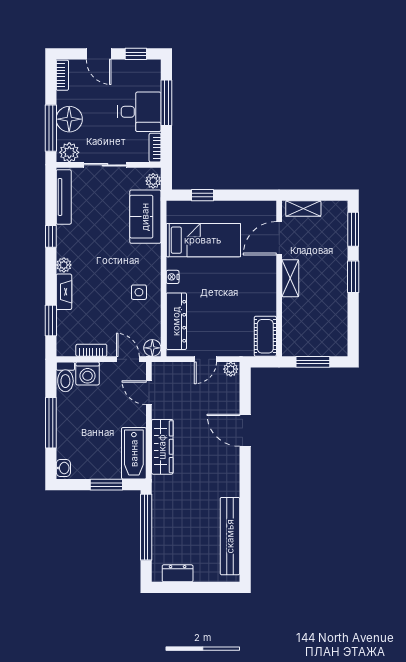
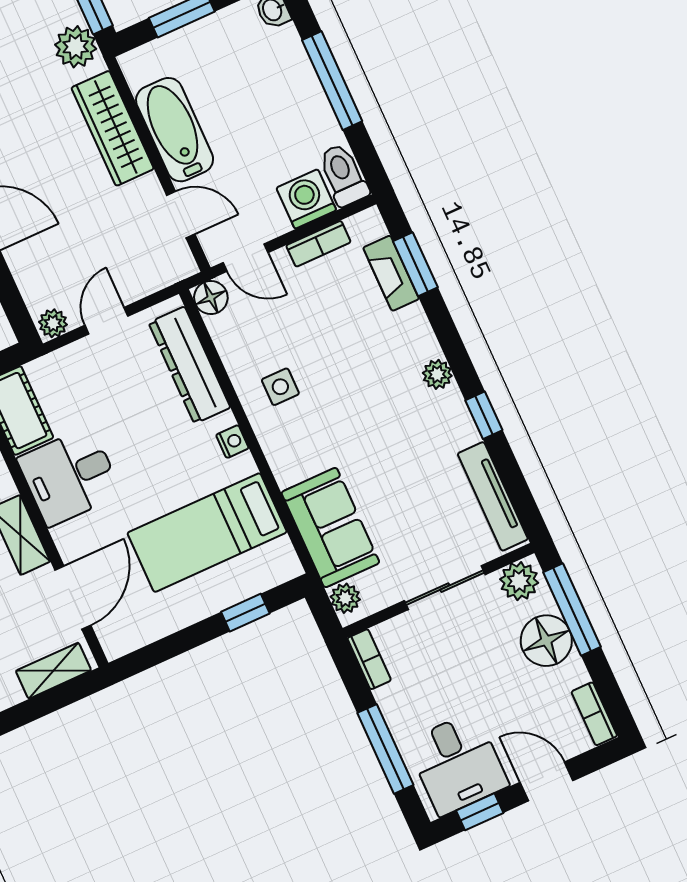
desk: (139, 112) -> (457, 764), moved, turned -90
fireplace: (64, 292) -> (391, 273), moved
desk: (255, 295) -> (70, 476), added
bathtub: (134, 453) -> (175, 130), moved
plant: (162, 492) -> (76, 47), added

